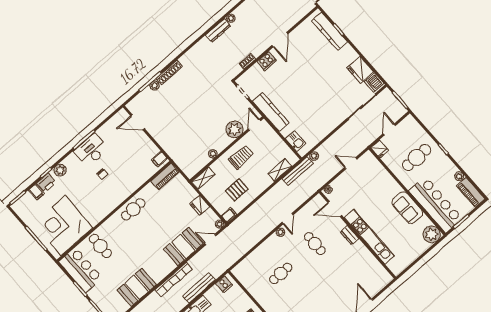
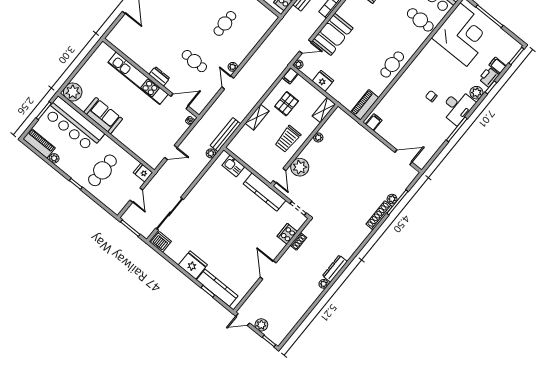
cooker: (267, 61) -> (287, 234), moved
fridge: (360, 70) -> (193, 265), moved
desk: (91, 150) -> (457, 107), moved
shelving: (280, 170) -> (257, 117), moved

